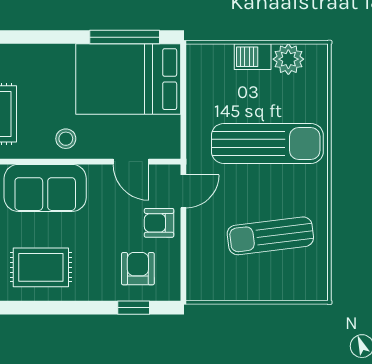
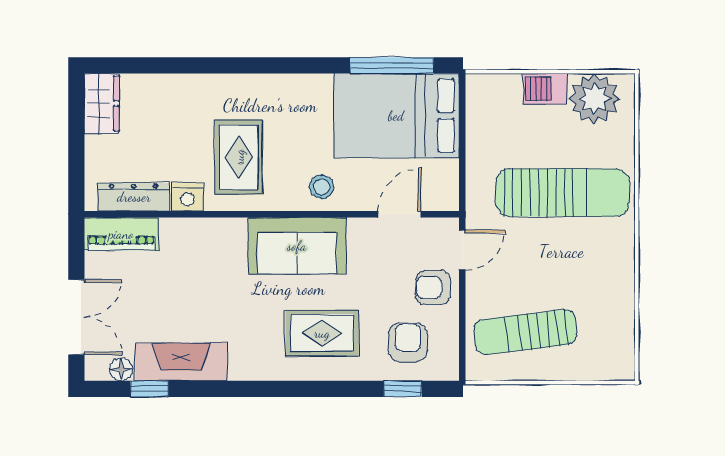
plant: (288, 59) -> (595, 99), width x1.36, depth x1.36
door: (131, 162) -> (400, 214), swing flipped
sun lounger: (270, 236) -> (525, 332), moved
rug: (41, 267) -> (322, 333), moved

